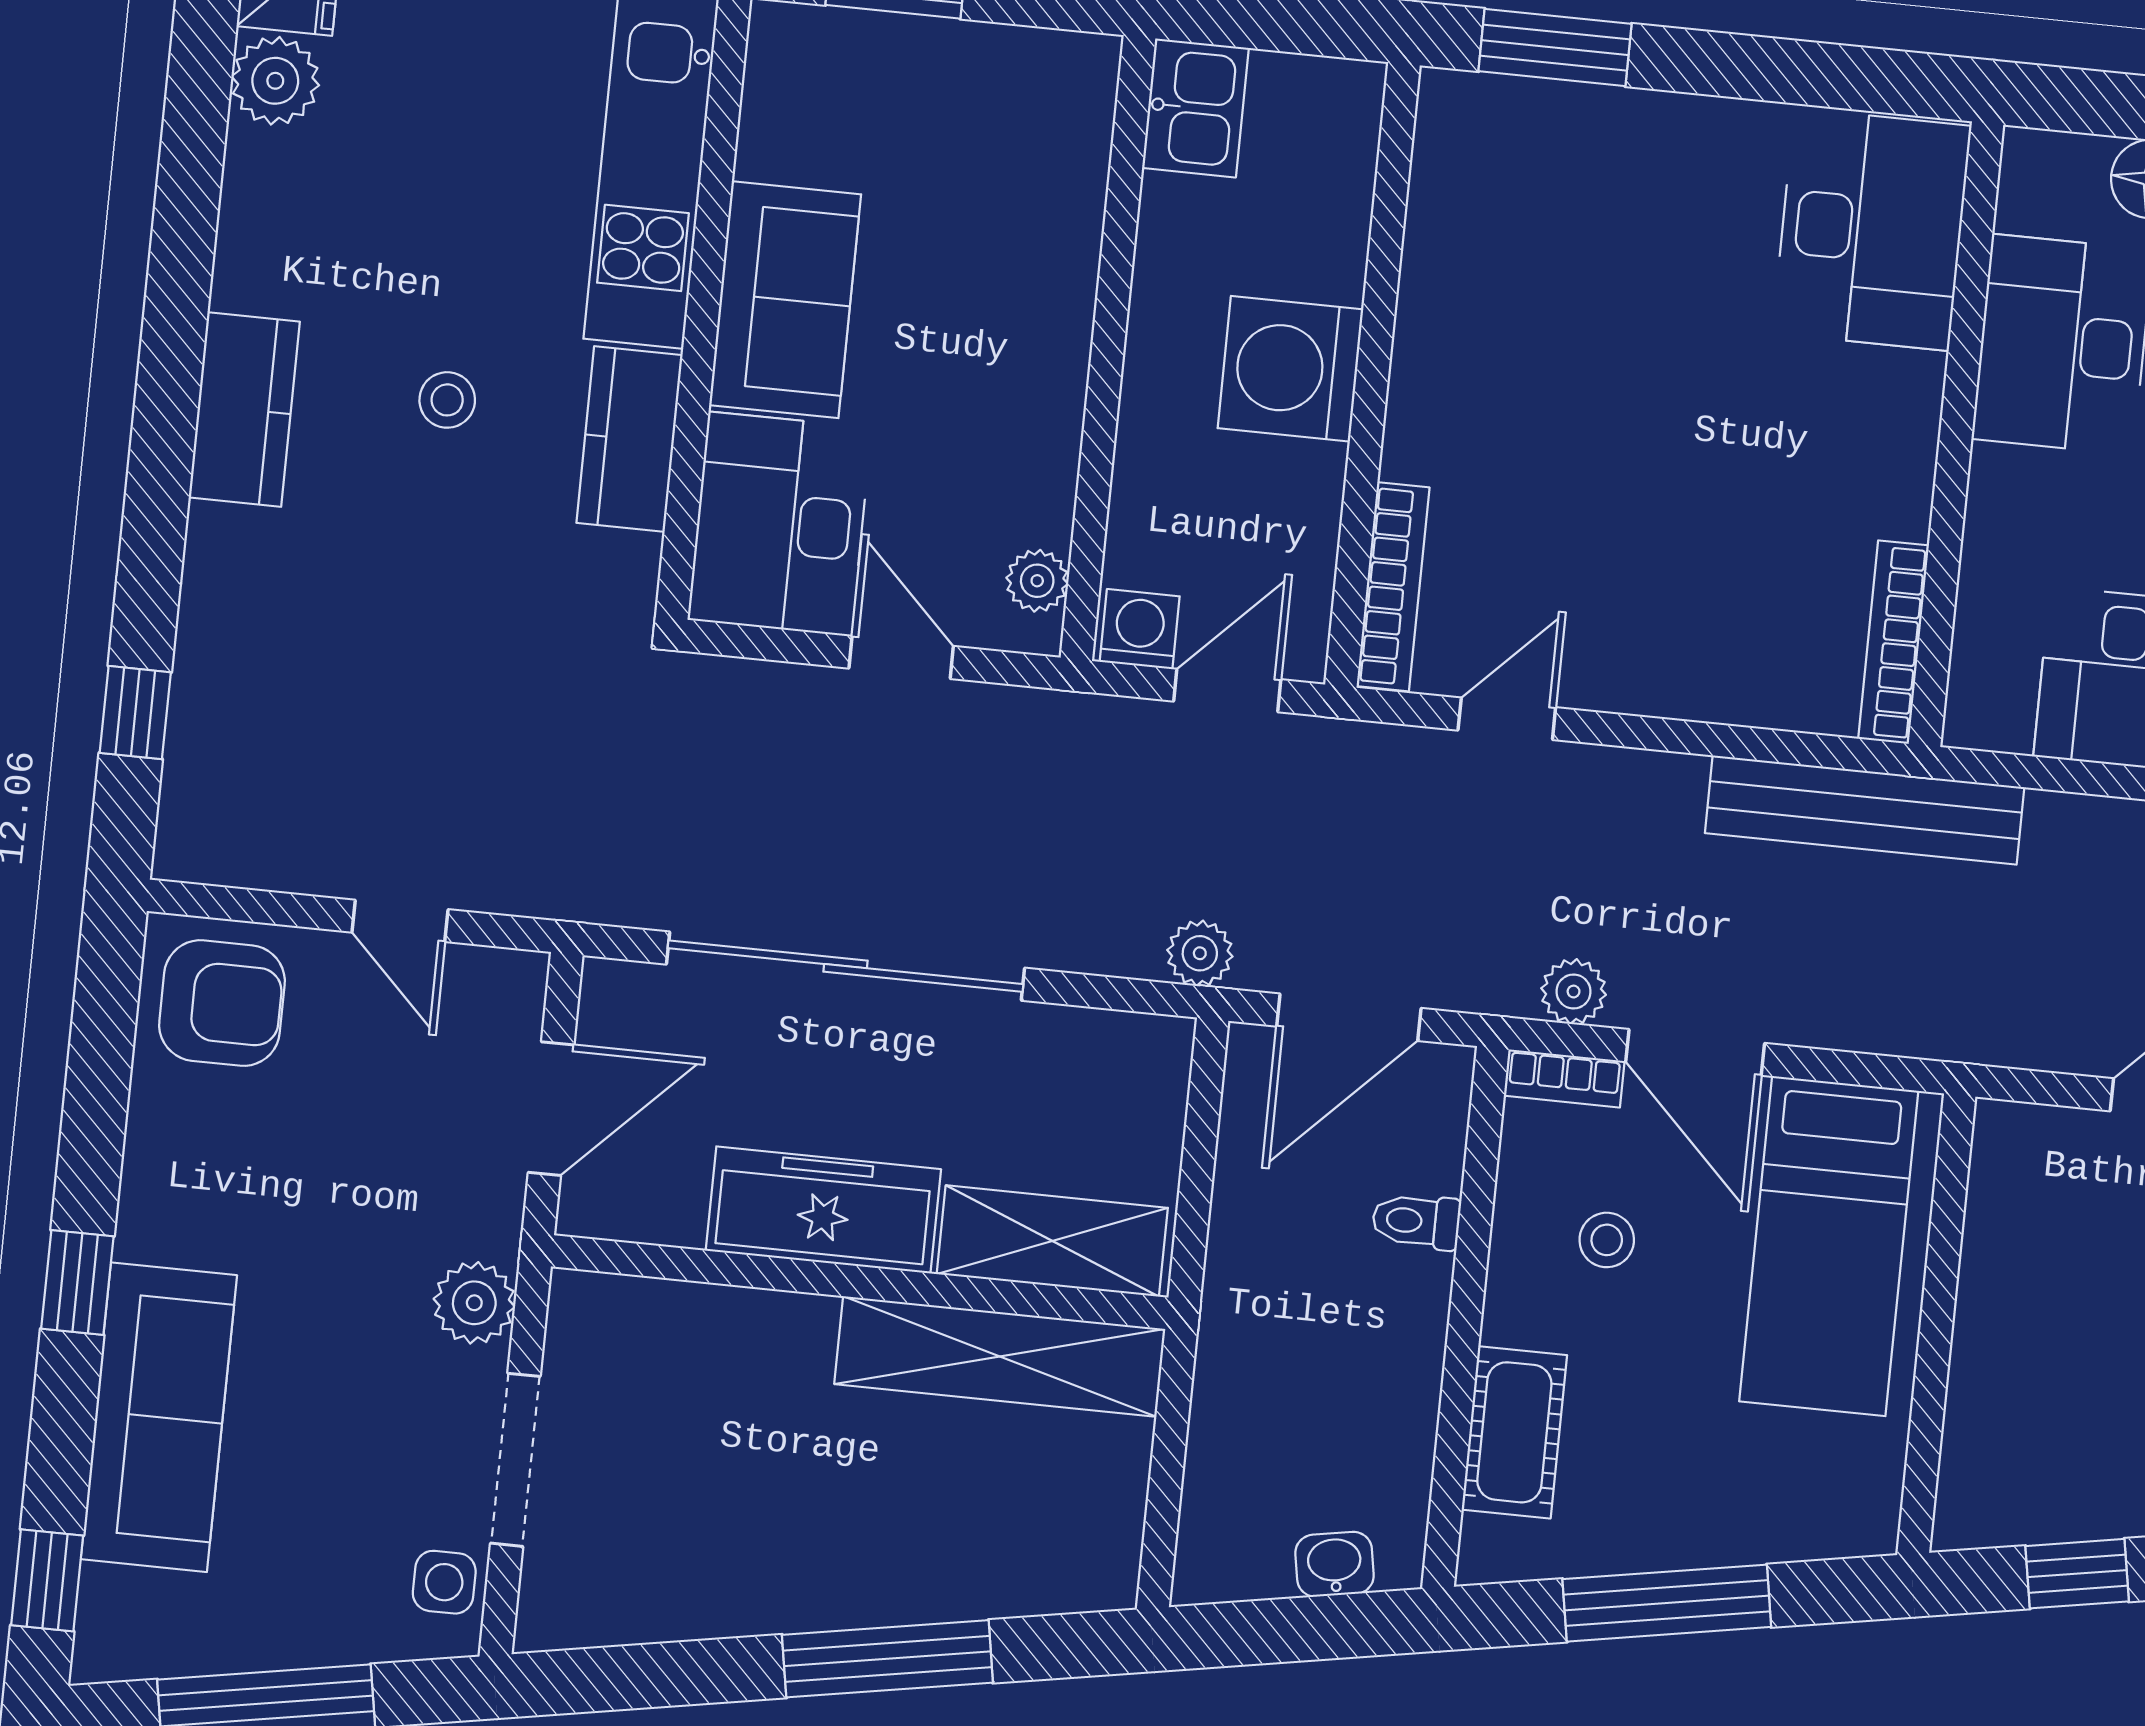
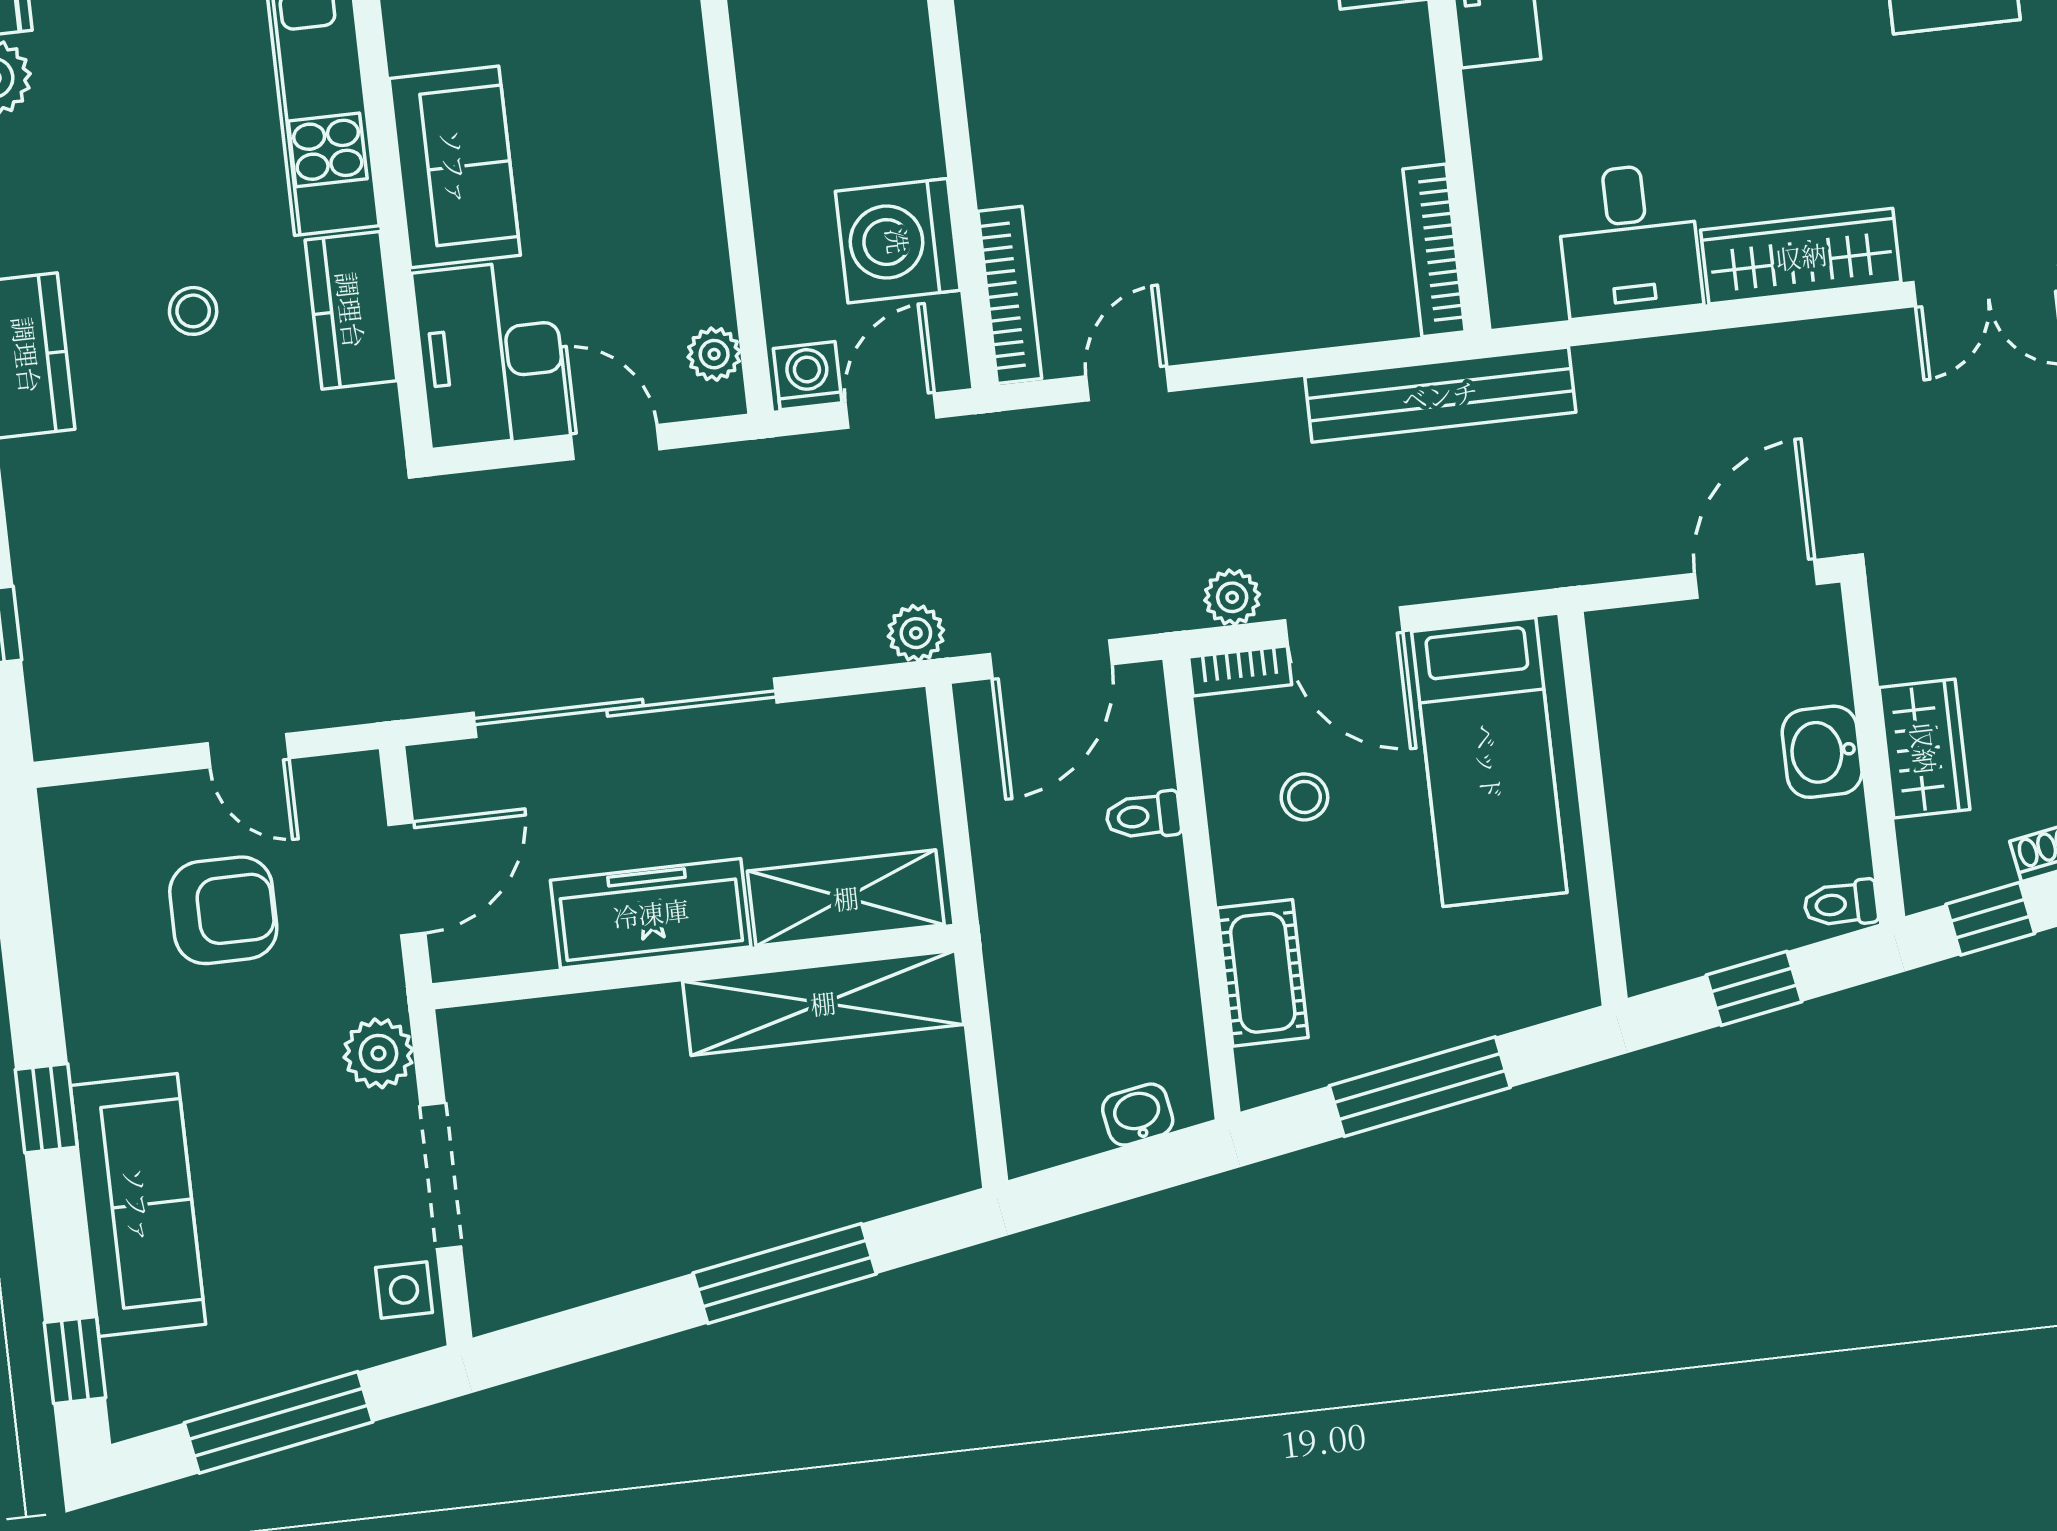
washing machine: (1290, 369) -> (898, 241), moved
armchair: (222, 1003) -> (223, 910), moved

